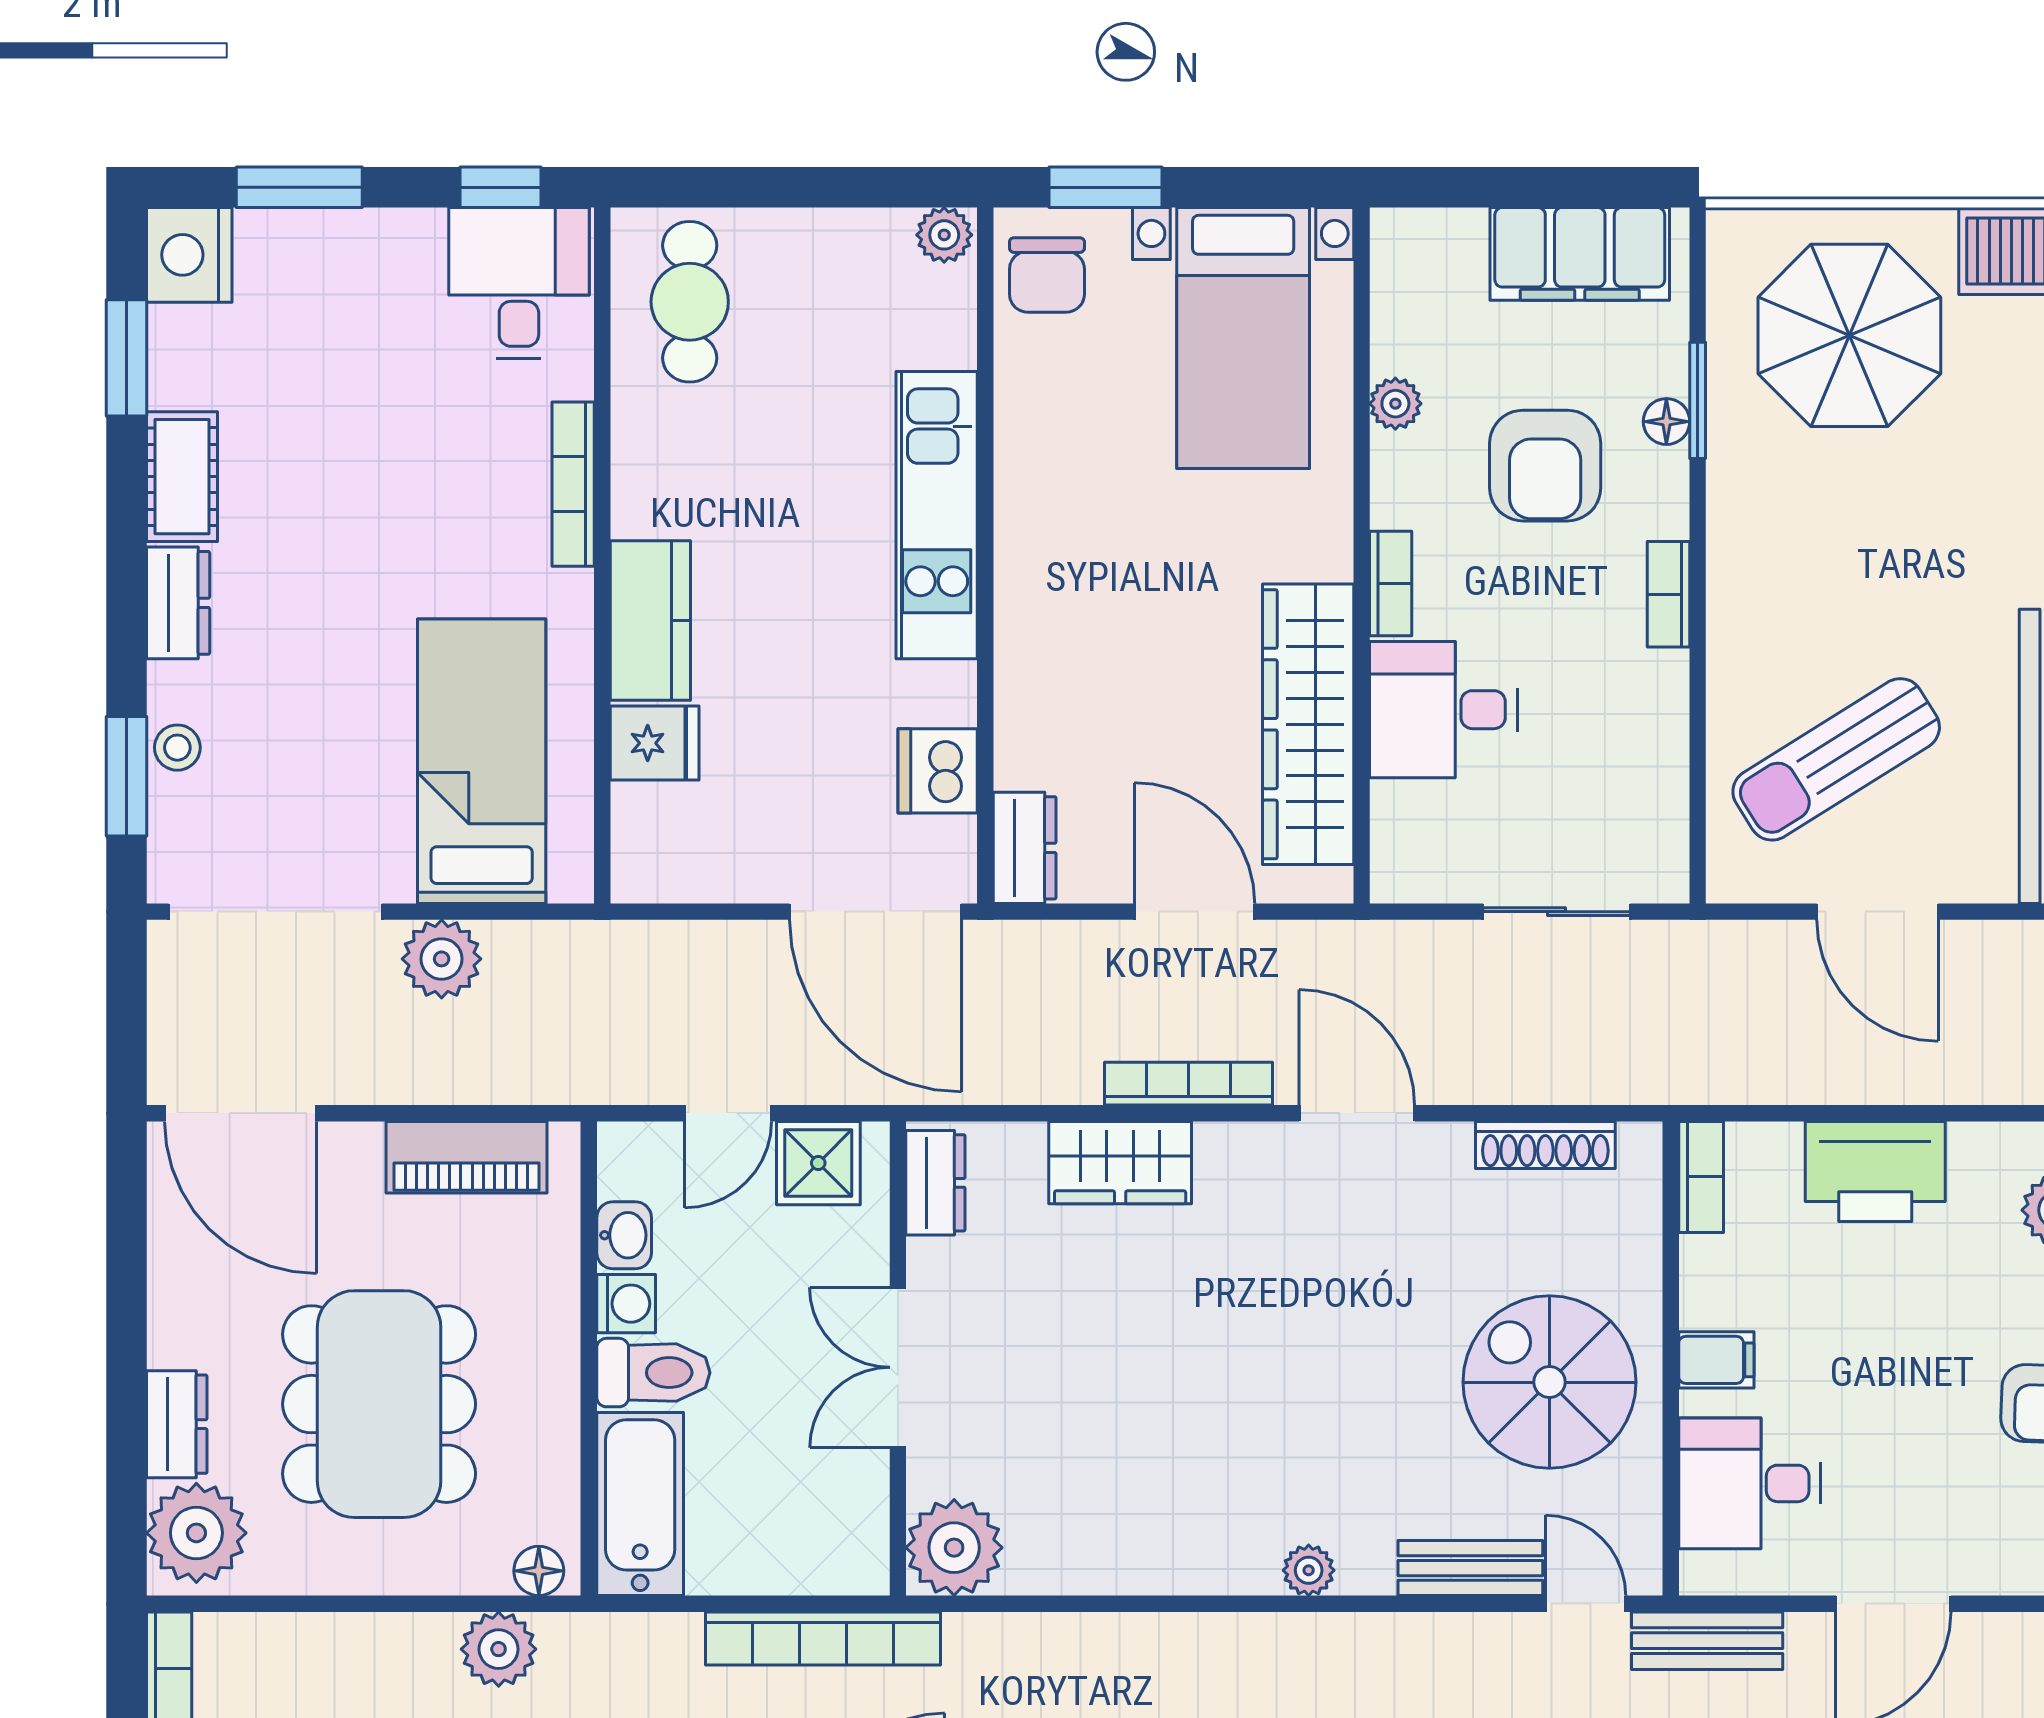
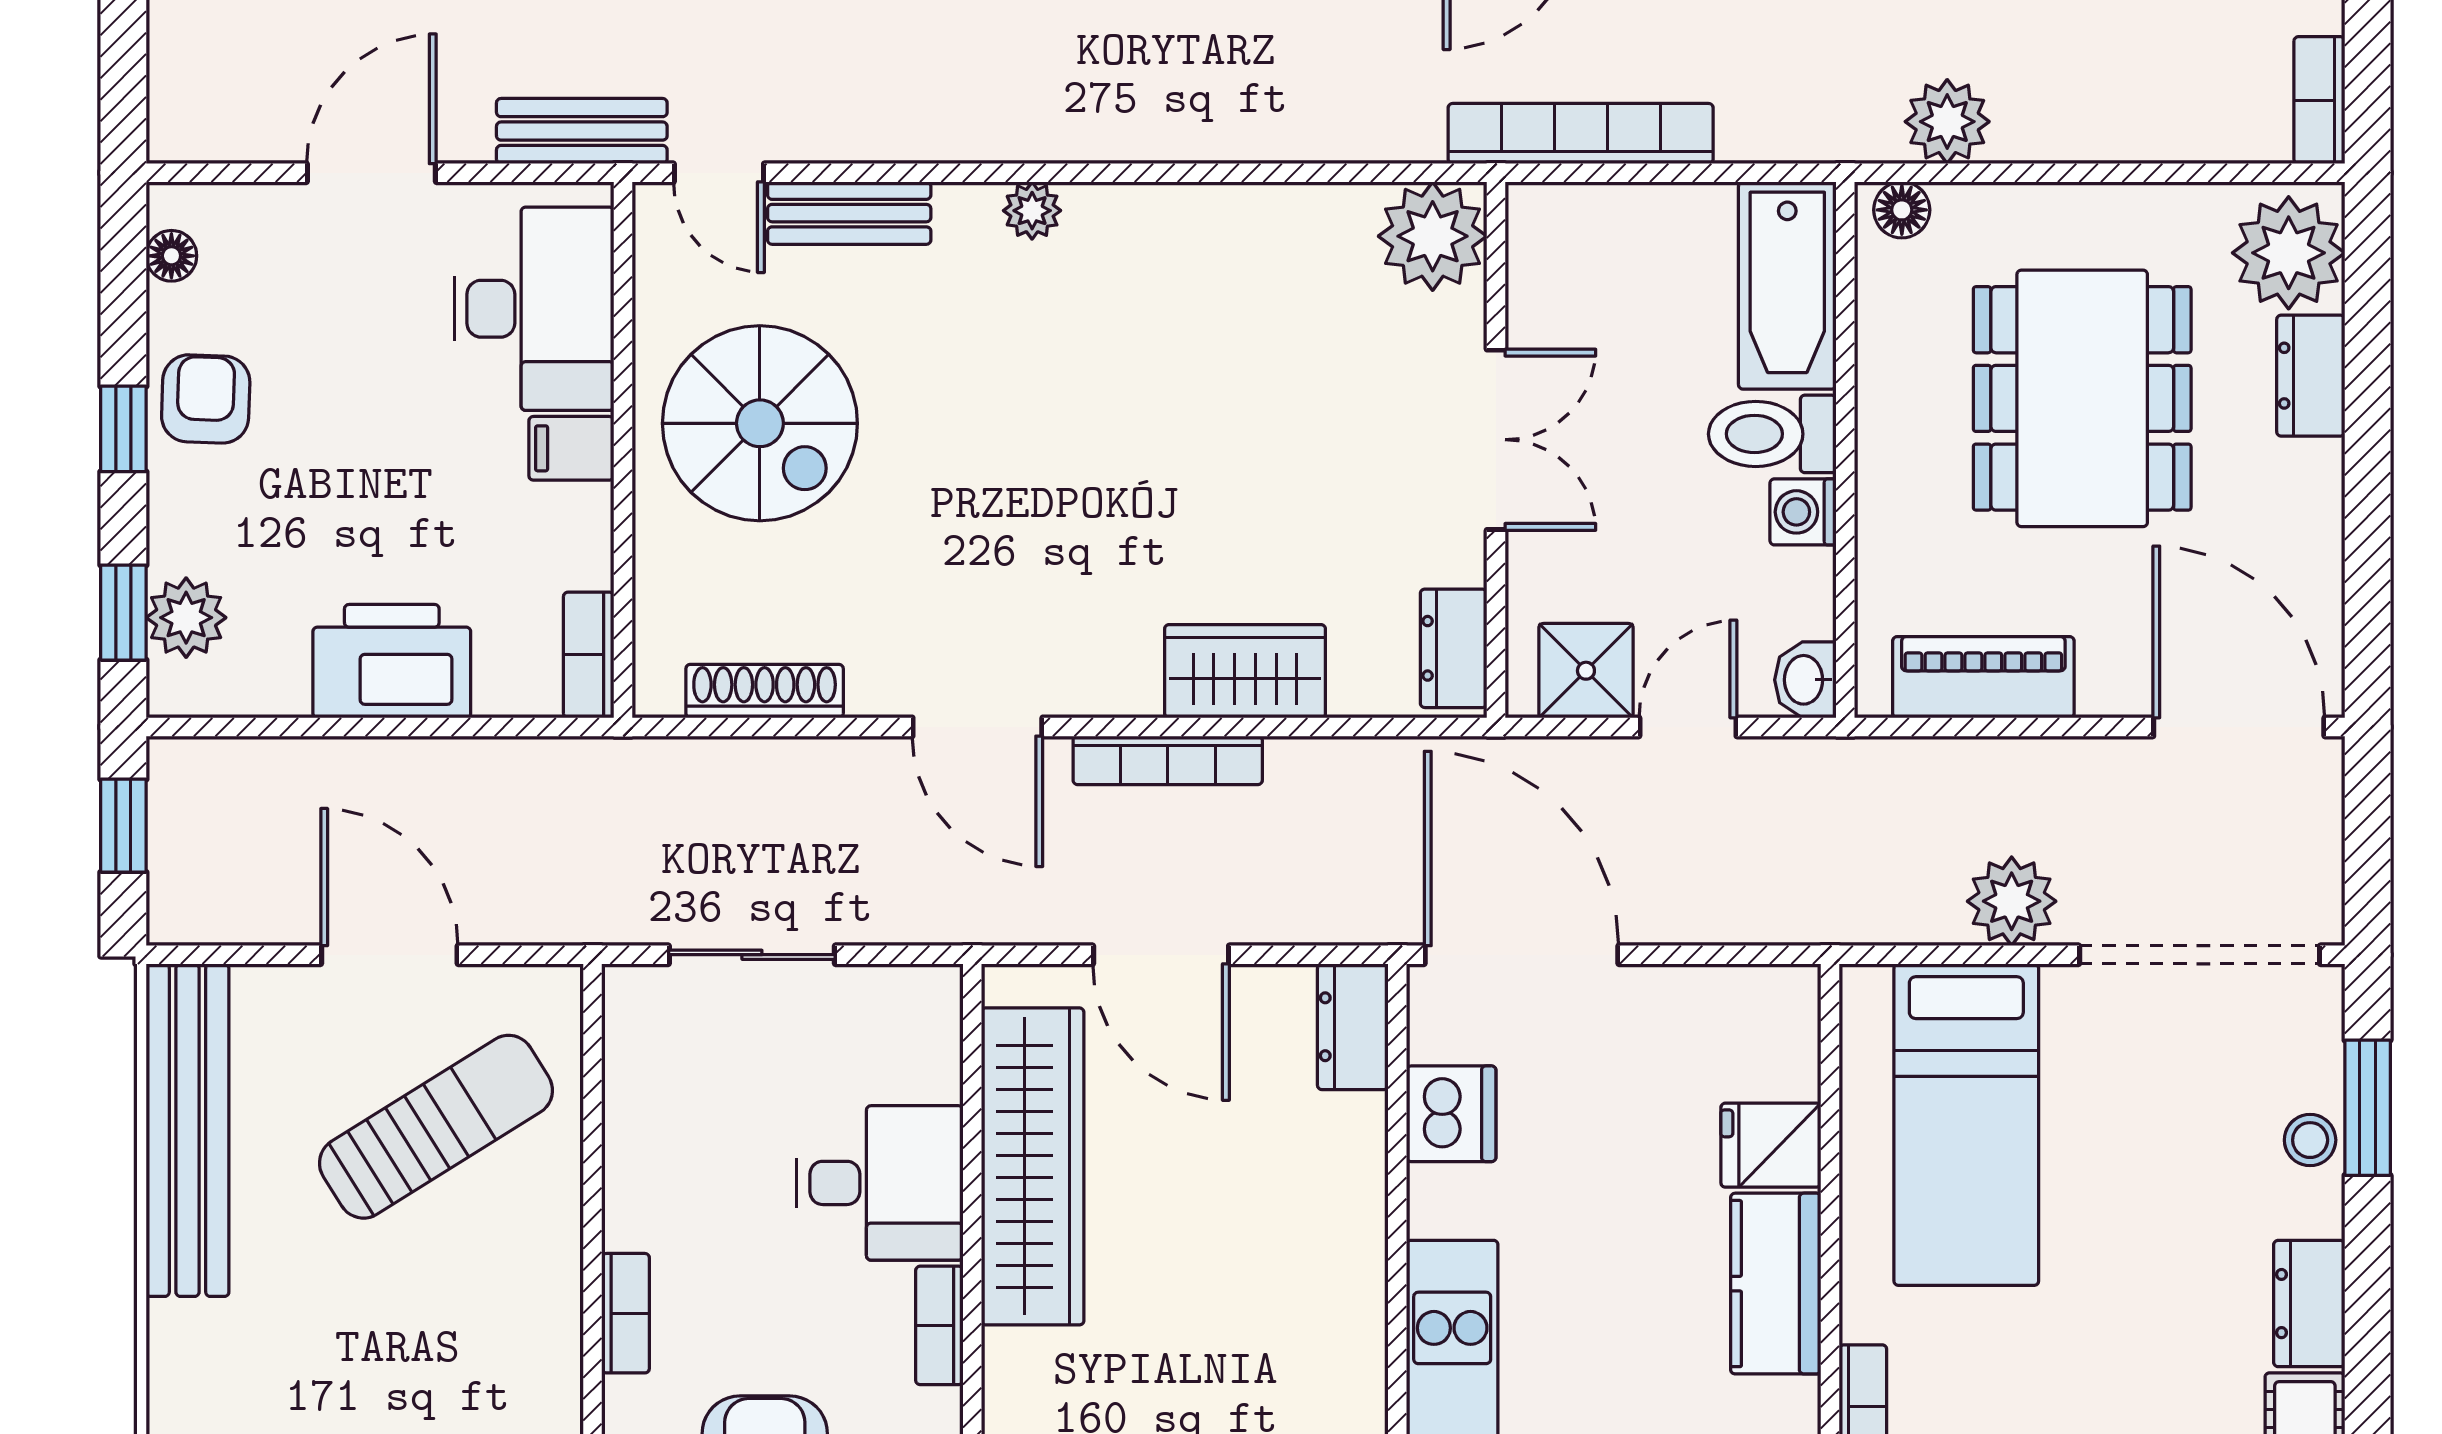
washbasin: (624, 1235) -> (1805, 680), moved
desk: (1749, 1483) -> (534, 309), width x1.37

